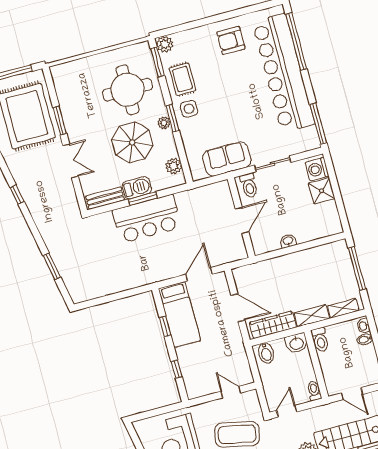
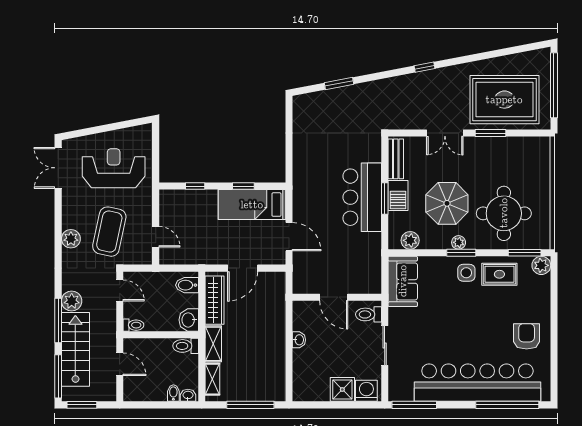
sofa: (227, 159) -> (403, 281), moved
door: (231, 392) -> (156, 237), hinge flipped
door: (352, 394) -> (120, 364), swing flipped

